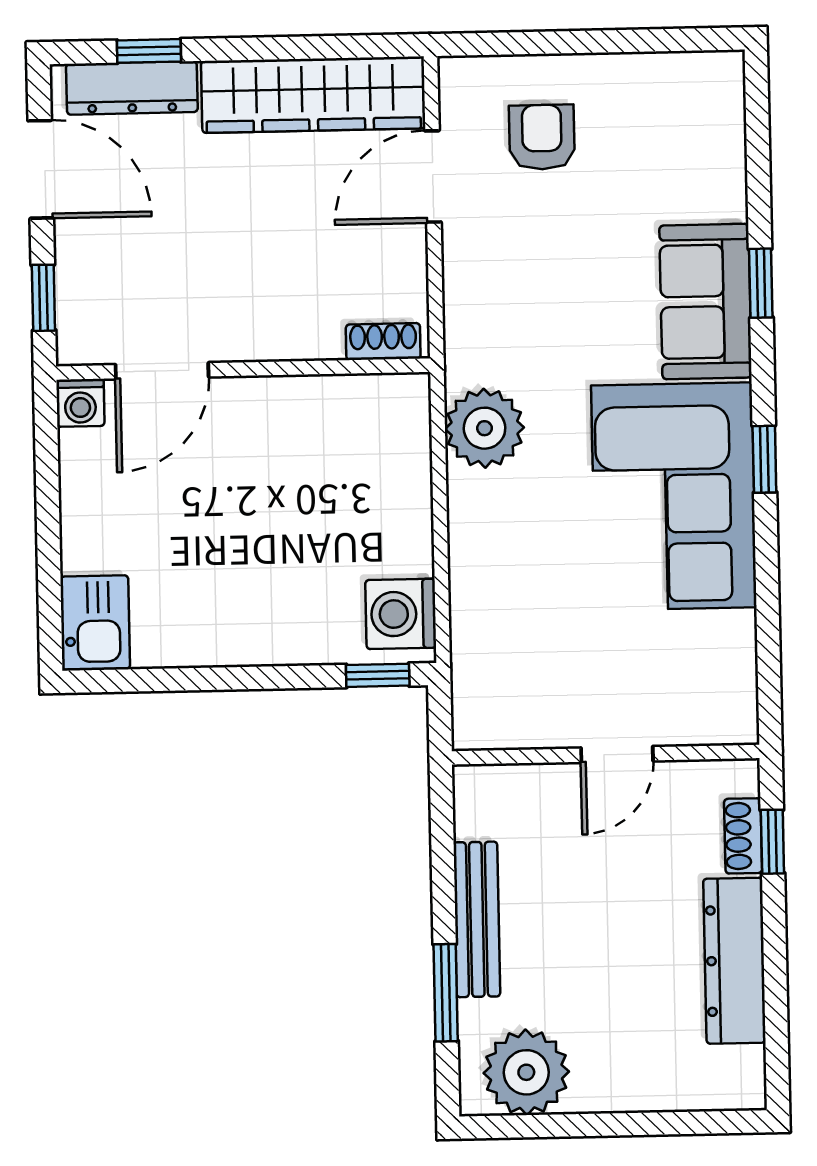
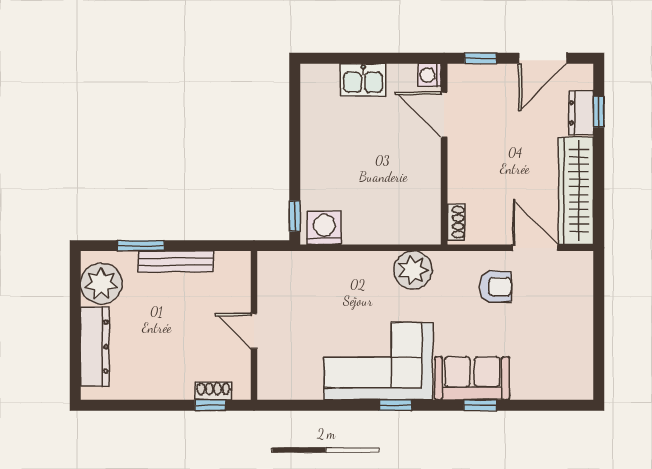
dresser: (132, 88) -> (581, 113), width x0.70
armchair: (542, 137) -> (496, 287), moved
kitchen sink: (95, 623) -> (363, 80), moved
dresser: (734, 961) -> (95, 347), moved, turned 90

